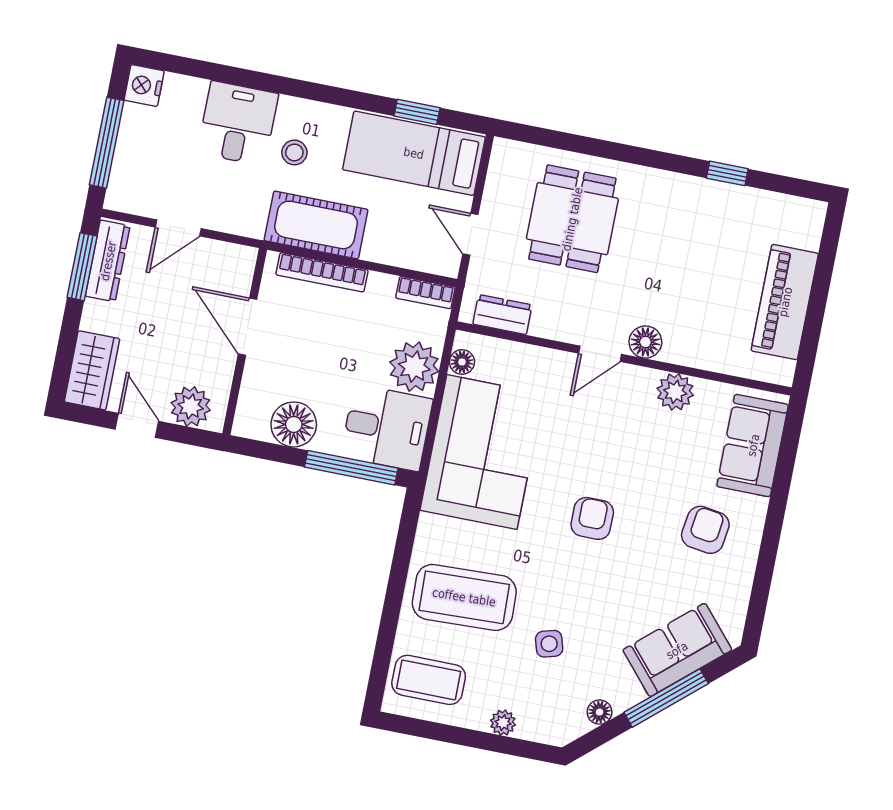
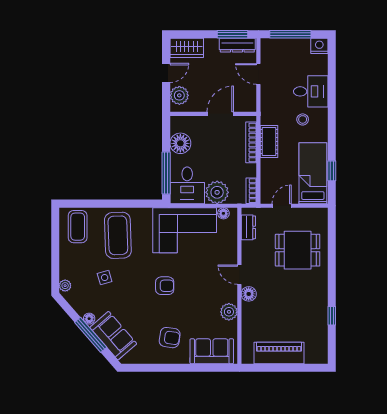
cot: (316, 225) -> (269, 142), width x0.73, depth x0.75
floor lamp: (600, 712) -> (89, 319), moved
plant: (503, 723) -> (65, 286), moved

